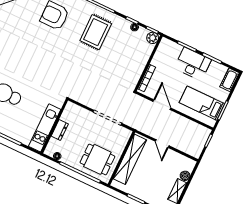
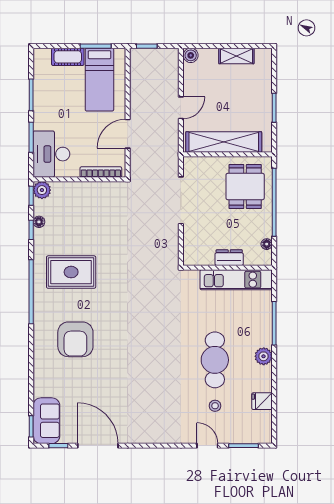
desk: (193, 64) -> (51, 154), moved
cot: (229, 80) -> (68, 57), moved
boiler: (185, 176) -> (191, 55), moved

